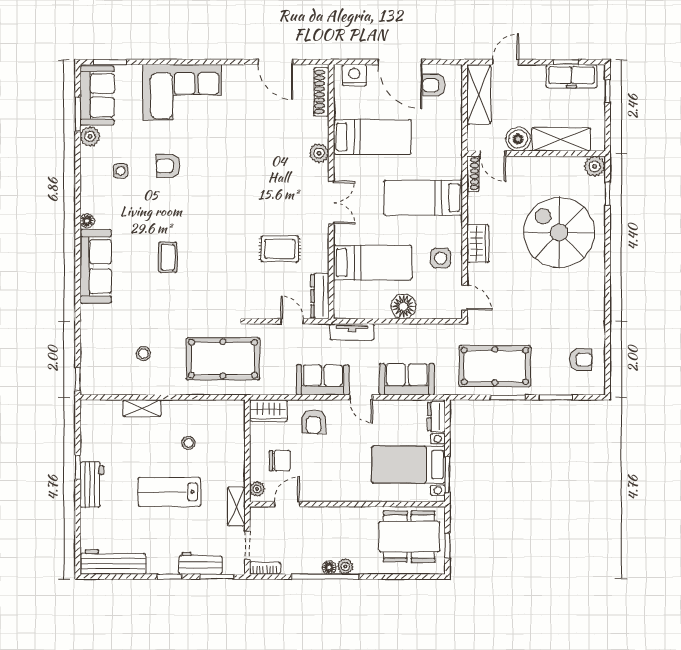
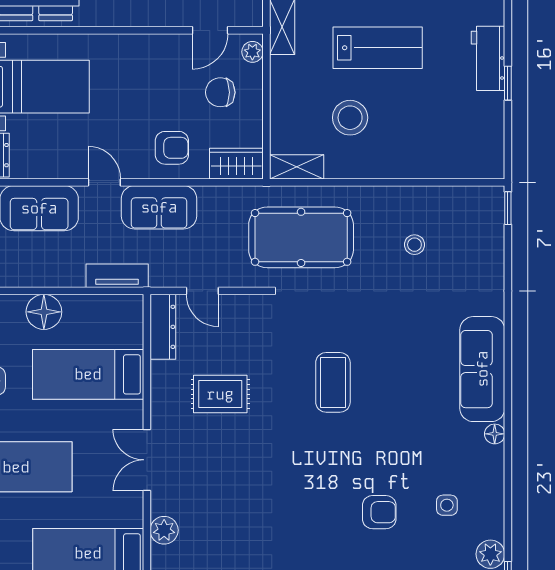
coffee table: (168, 257) -> (333, 382), moved, width x1.36, depth x1.30
shelving: (142, 408) -> (297, 167), moved
armchair: (314, 422) -> (172, 148), turned 90
stool: (189, 443) -> (350, 118), width x1.89, depth x1.89

